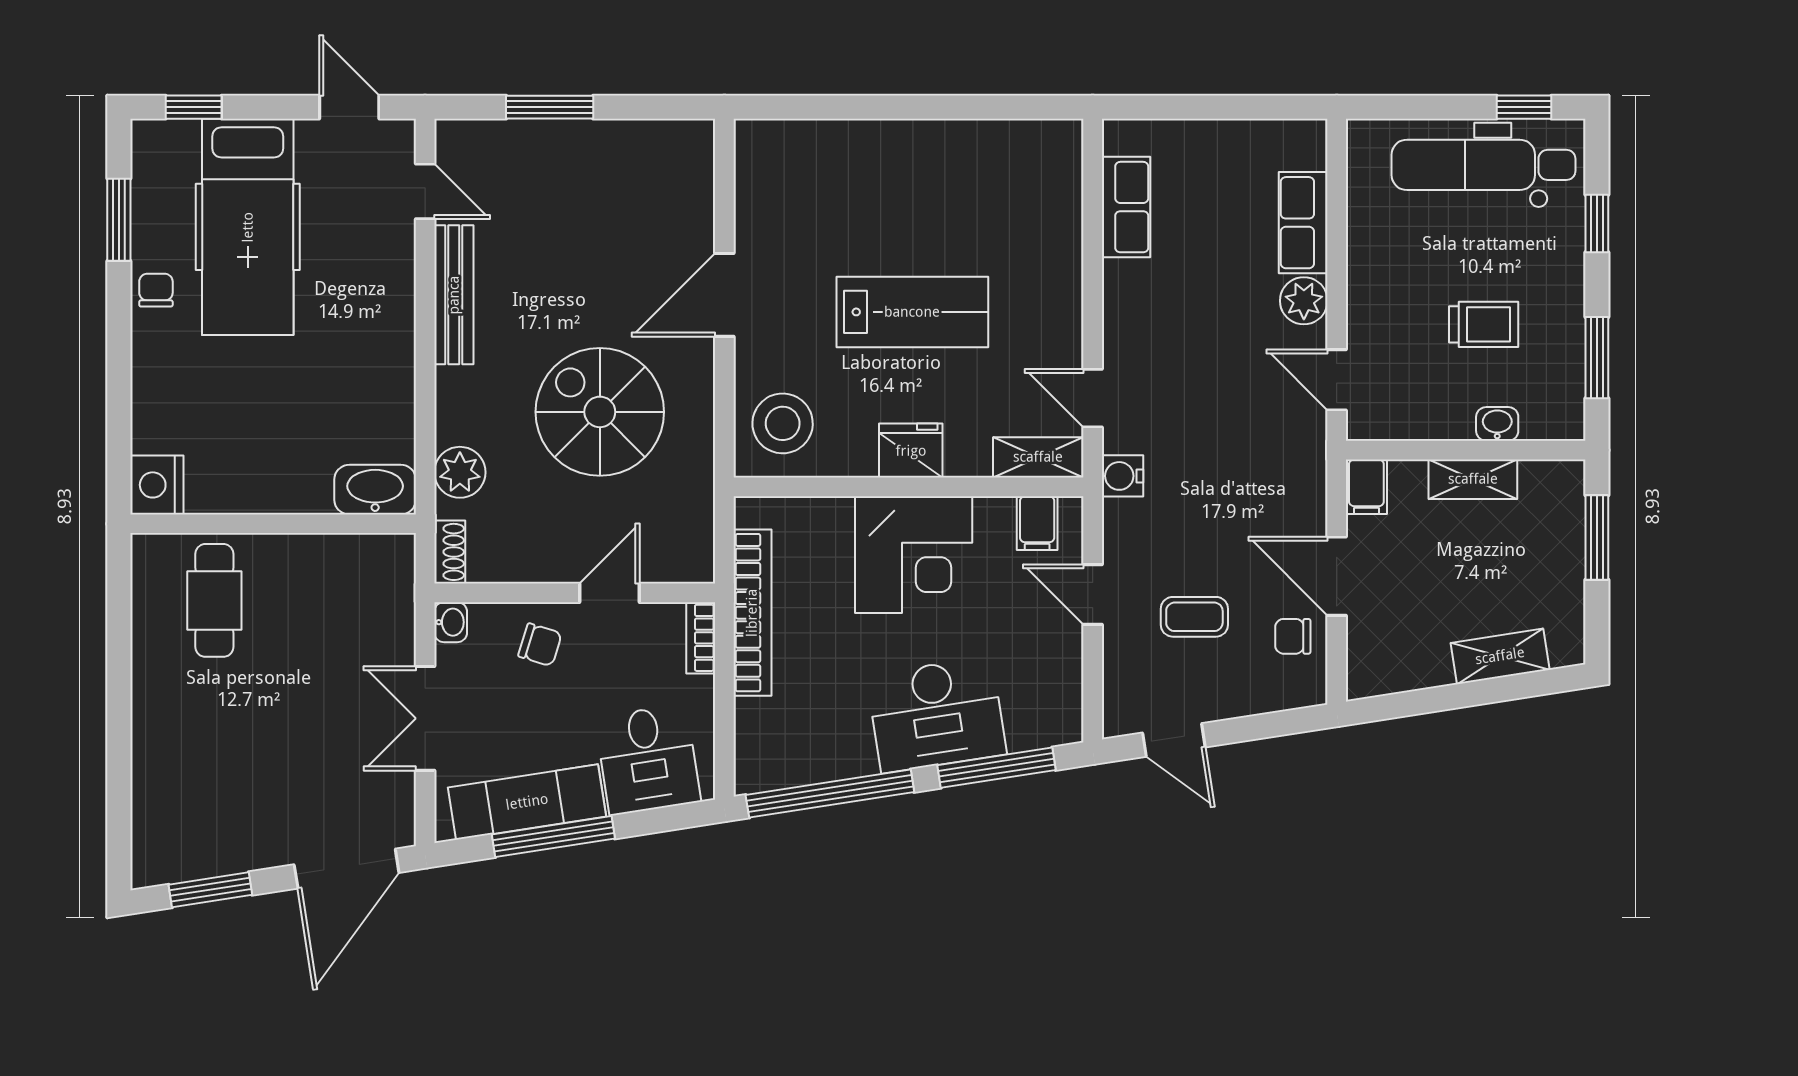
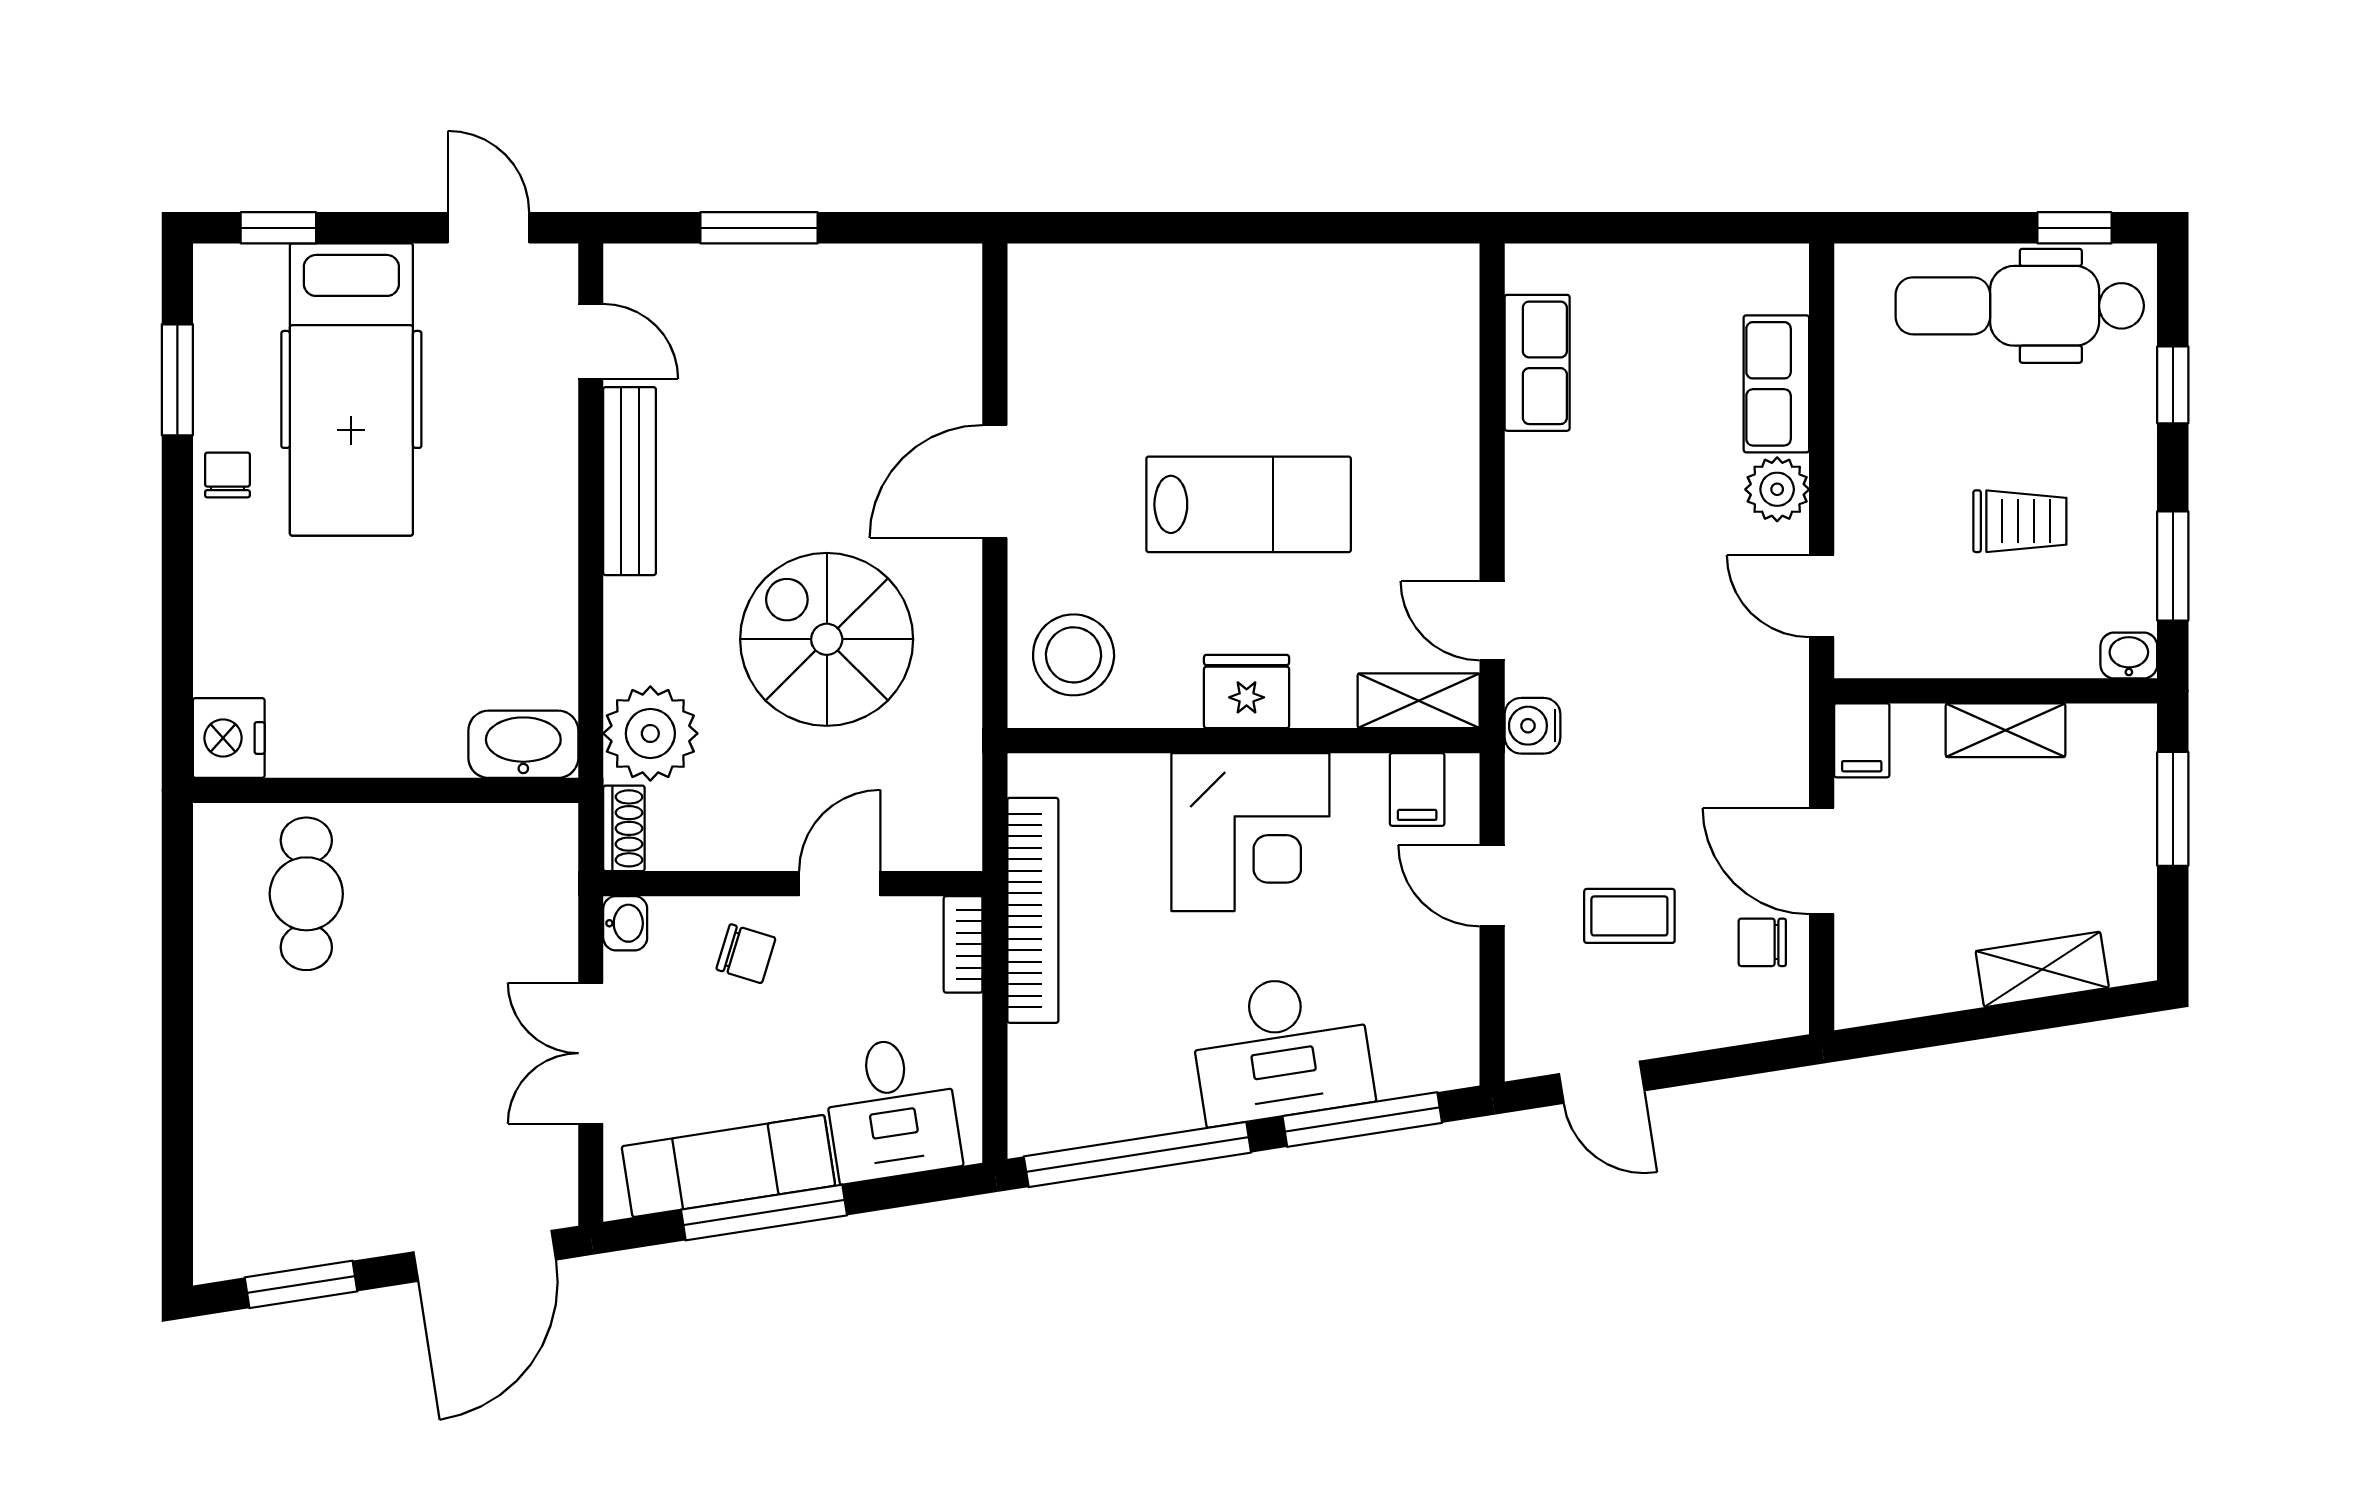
washbasin: (1497, 424) -> (2129, 655), moved
plant: (460, 472) -> (650, 733), width x1.36, depth x1.36

